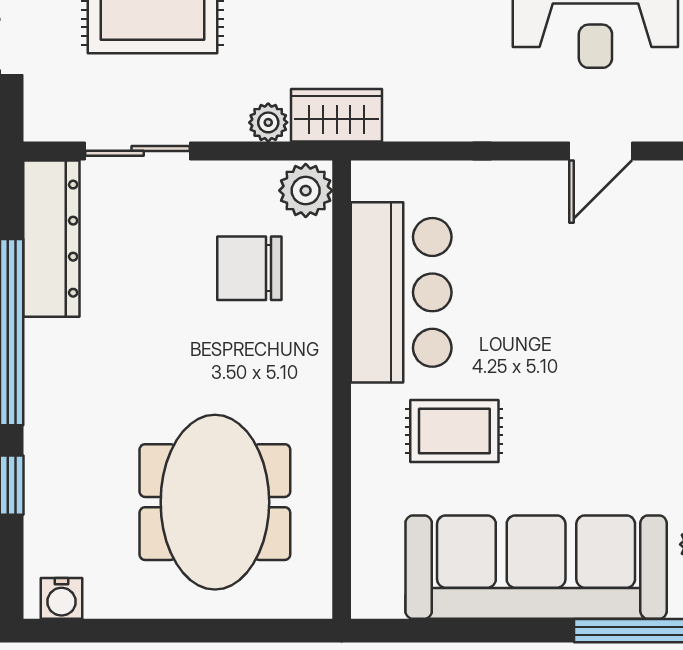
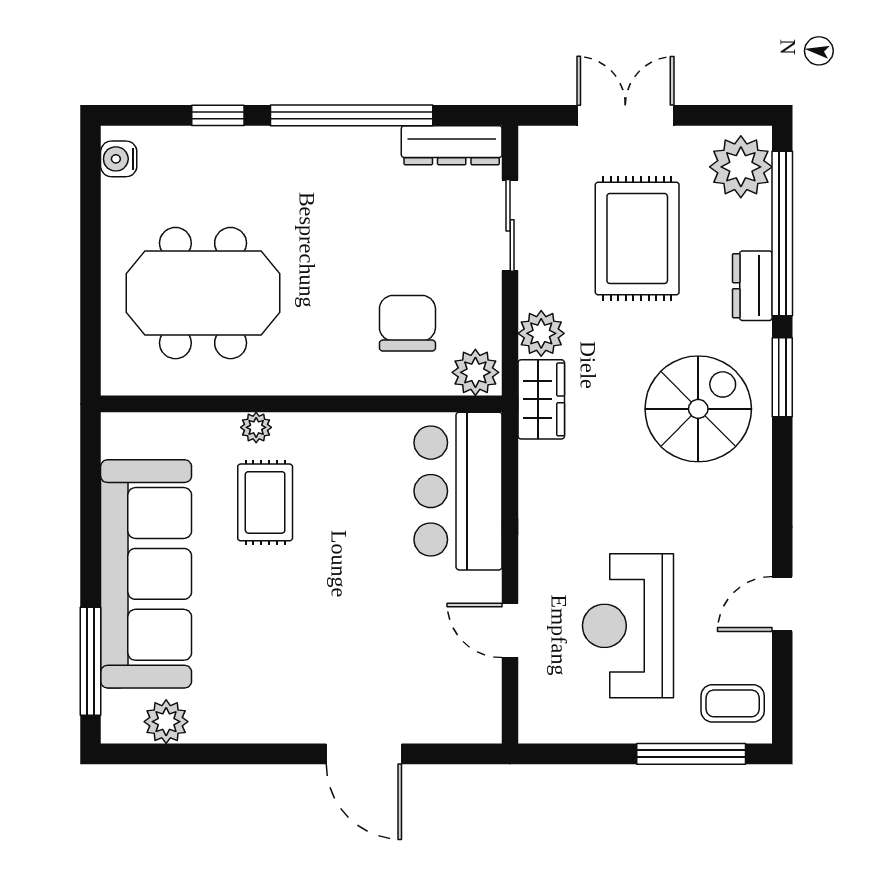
plant: (268, 122) -> (541, 333), width x1.38, depth x1.38
dresser: (51, 239) -> (452, 145), width x0.73, depth x0.80
bar counter: (401, 292) -> (458, 491), moved, turned 90
plant: (369, 441) -> (256, 427), added

